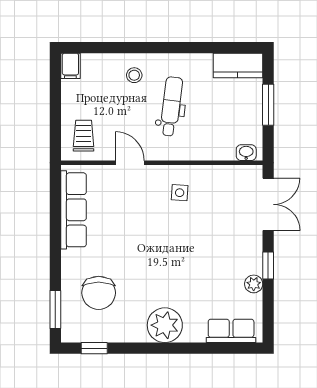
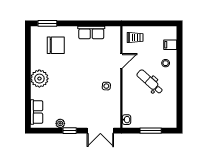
kitchen counter: (238, 65) -> (170, 115), removed
filing cabinet: (70, 66) -> (170, 45), moved
dental chair: (171, 106) -> (150, 82), turned -145
row of seats: (73, 210) -> (91, 33), width x0.68
chair: (99, 293) -> (56, 45), turned 180
window: (94, 348) -> (28, 43), removed

